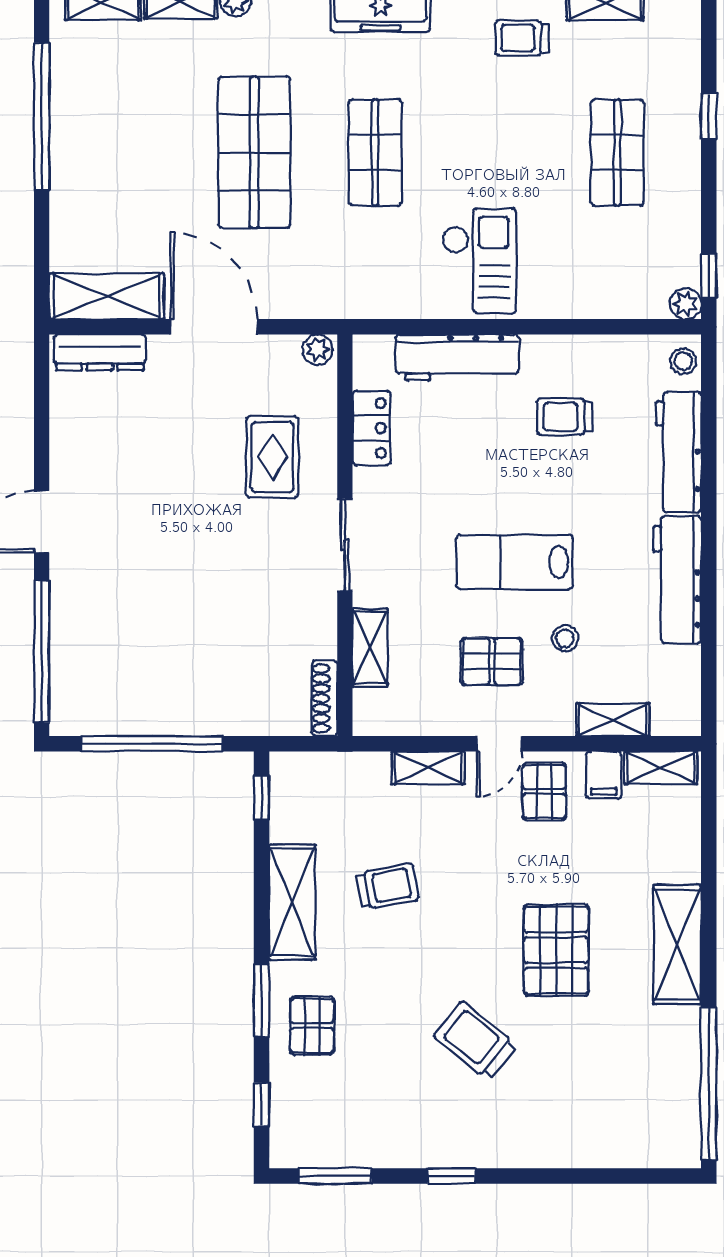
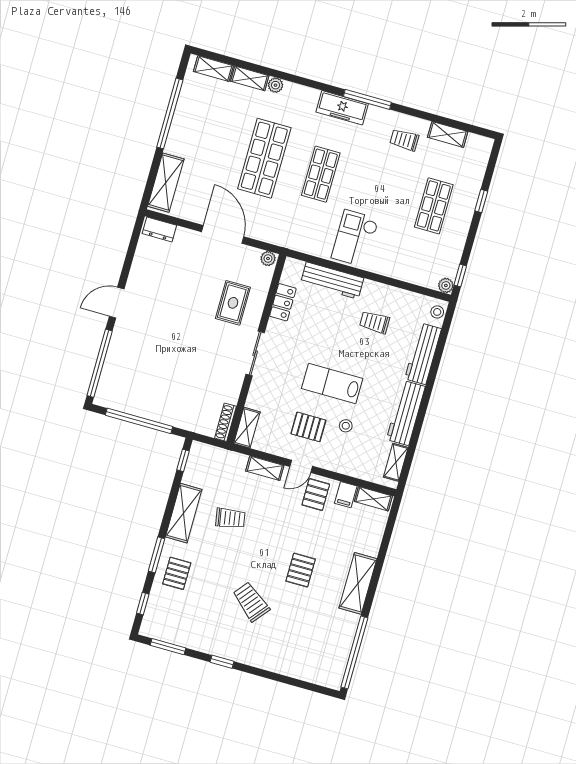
checkout: (479, 261) -> (355, 238), turned 180
shelving: (107, 296) -> (166, 183), moved, turned 90
dresser: (100, 352) -> (159, 229), width x0.70
shelving: (370, 648) -> (247, 428), moved
shelving: (613, 720) -> (396, 462), moved, turned 90
pallet: (556, 950) -> (301, 570), width x0.67, depth x0.71

